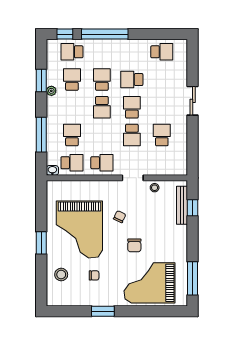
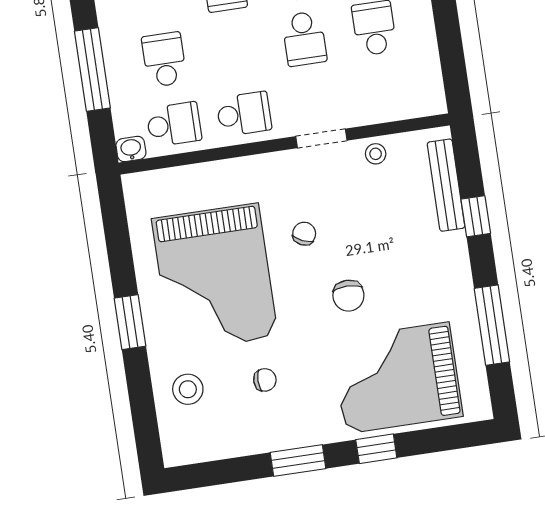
window: (193, 208) -> (476, 216), moved
window: (193, 278) -> (492, 325), moved
window: (136, 311) -> (376, 449), added

